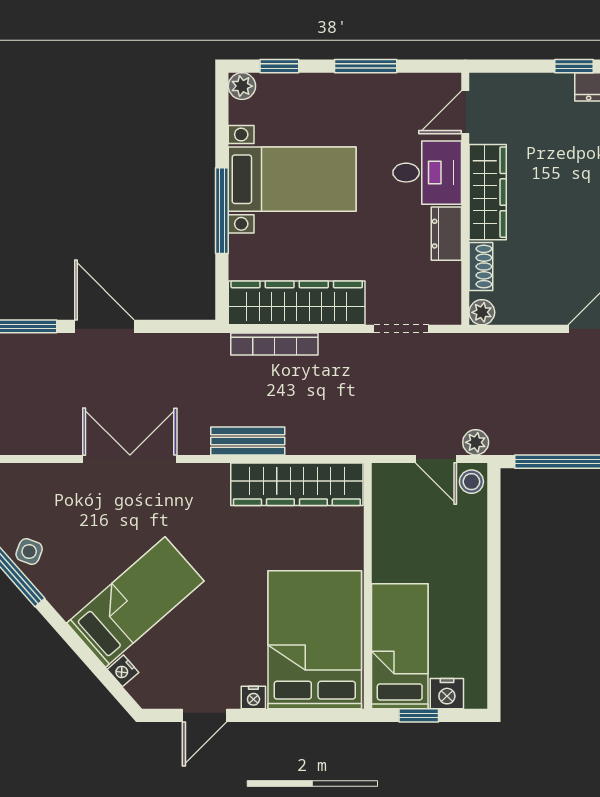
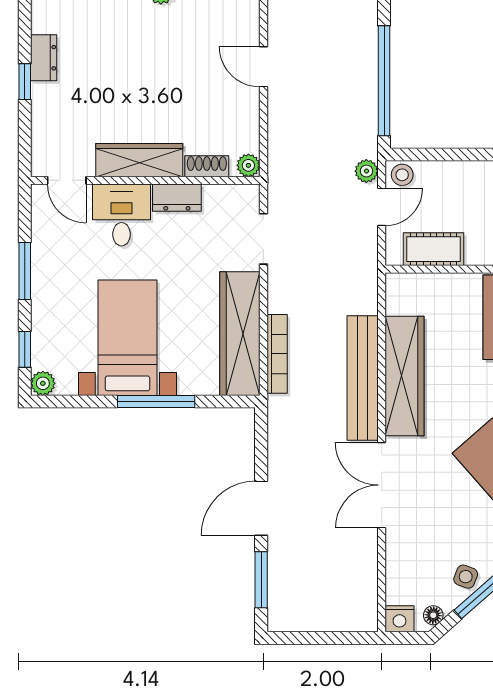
bench: (248, 441) -> (363, 378), width x1.86, depth x1.21
wardrobe: (297, 484) -> (405, 376), moved
cot: (390, 516) -> (433, 249), added

